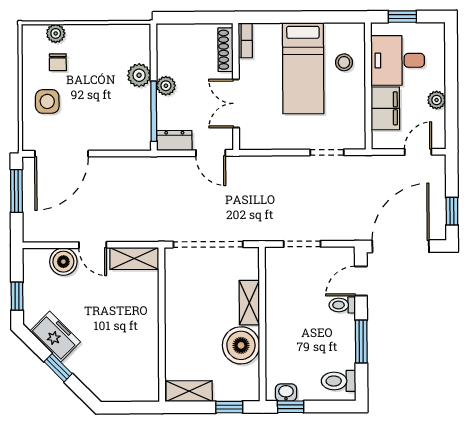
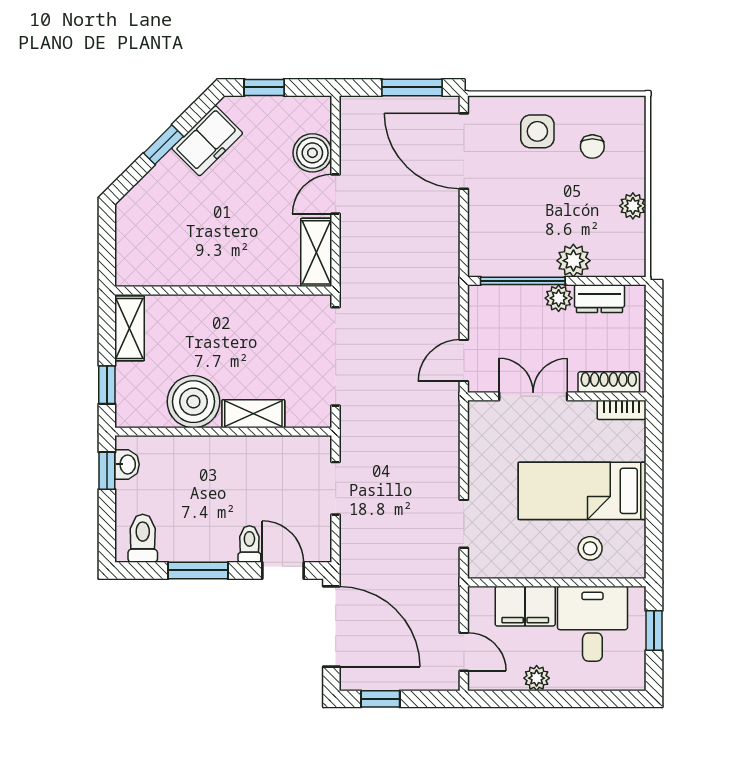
plant: (56, 33) -> (633, 206), moved
chair: (58, 62) -> (592, 147), turned -90
dresser: (174, 140) -> (599, 299), moved, turned 90

